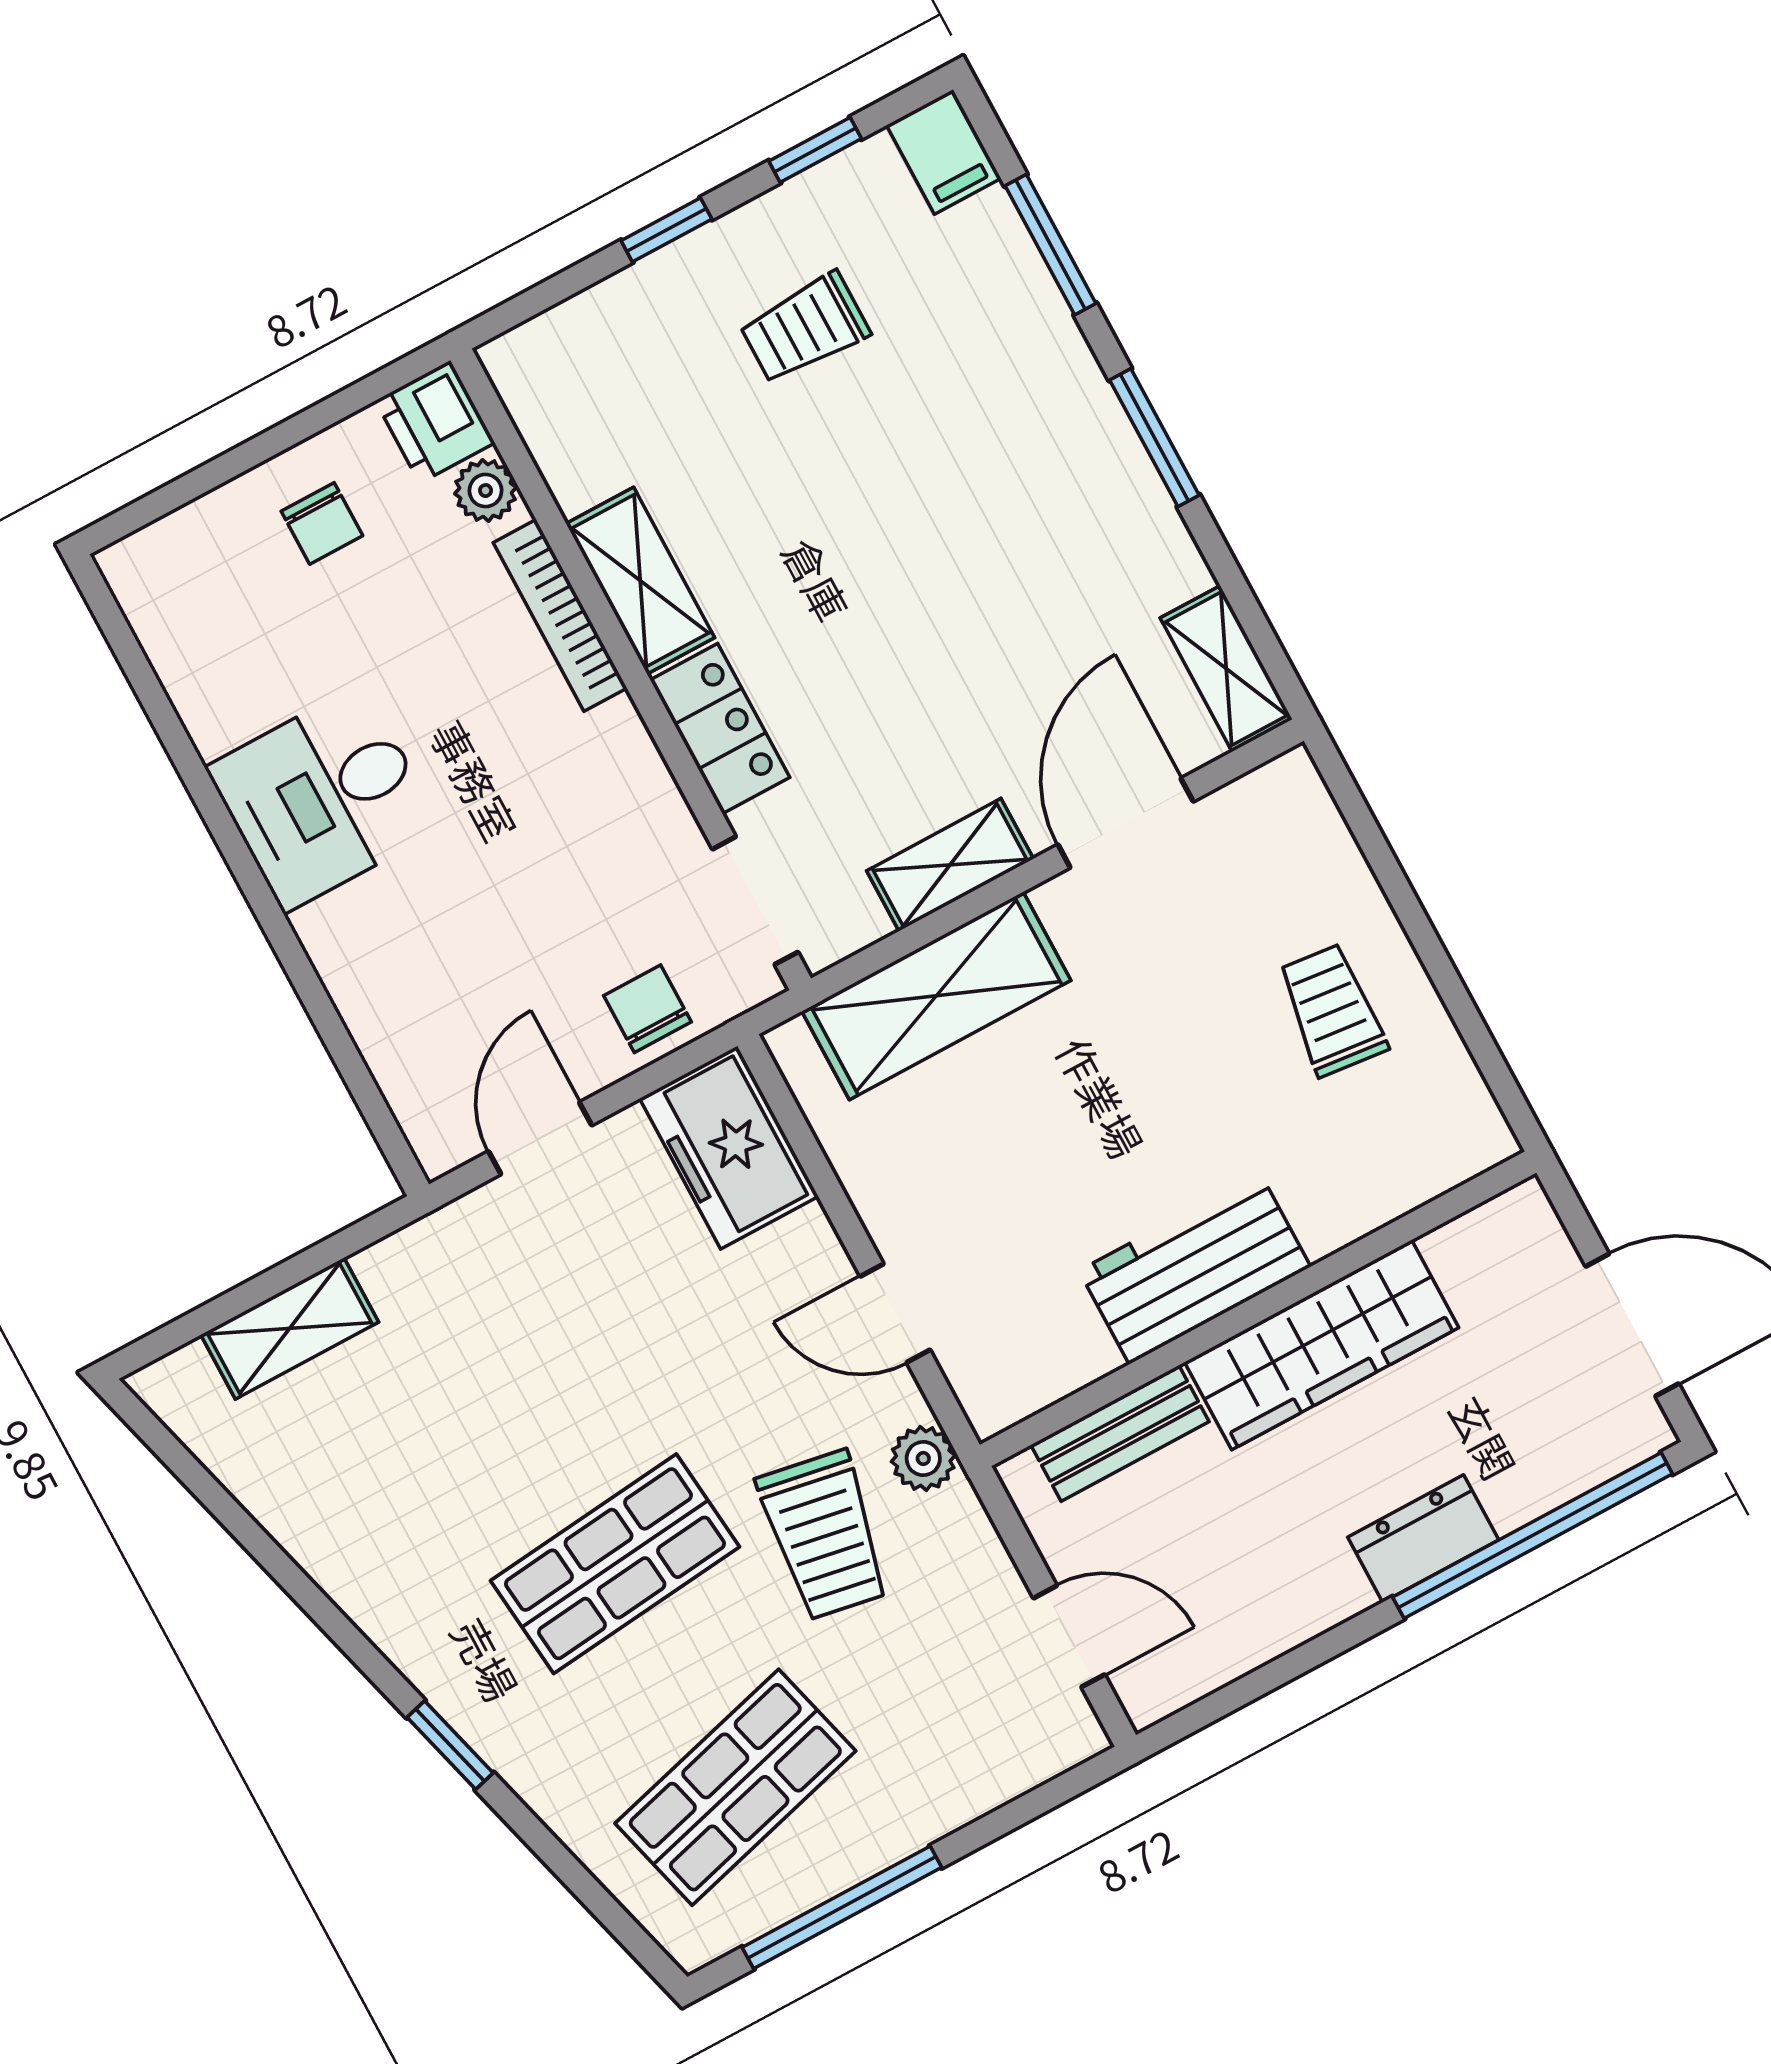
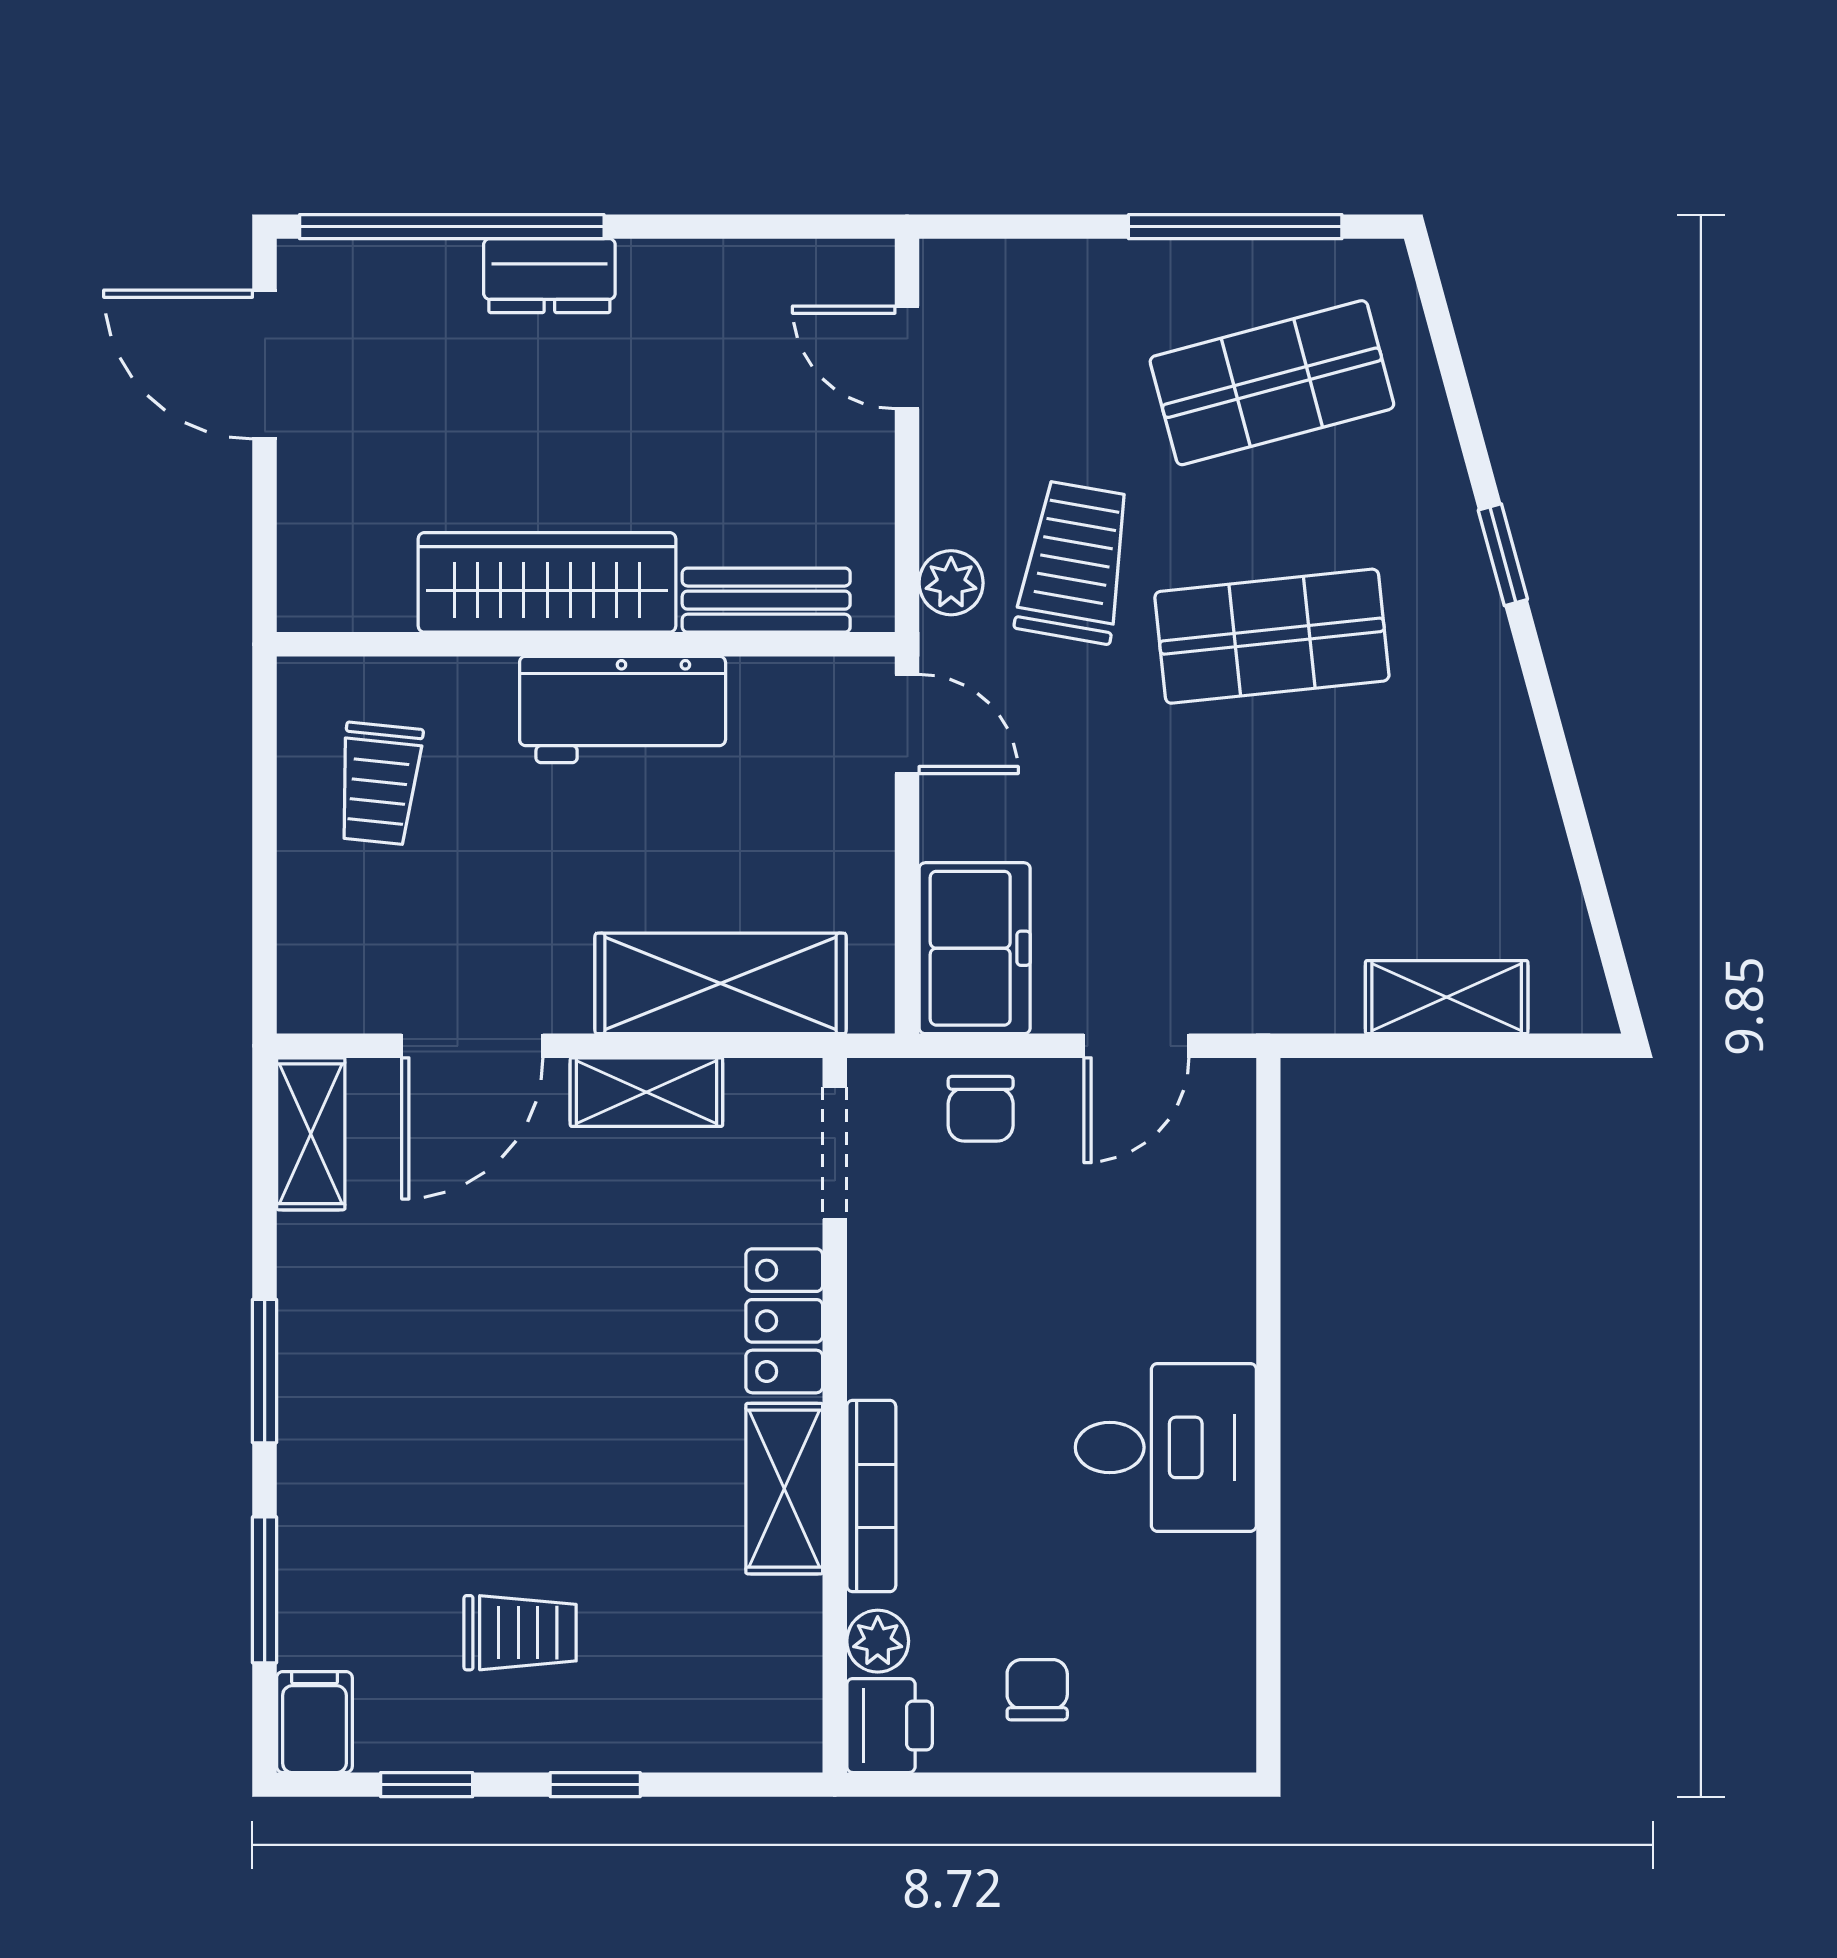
workbench: (1195, 1269) -> (623, 709), moved
wall: (1258, 1309) -> (586, 644), moved
wardrobe: (1322, 1345) -> (547, 582), moved
bench: (1120, 1433) -> (766, 600), moved

